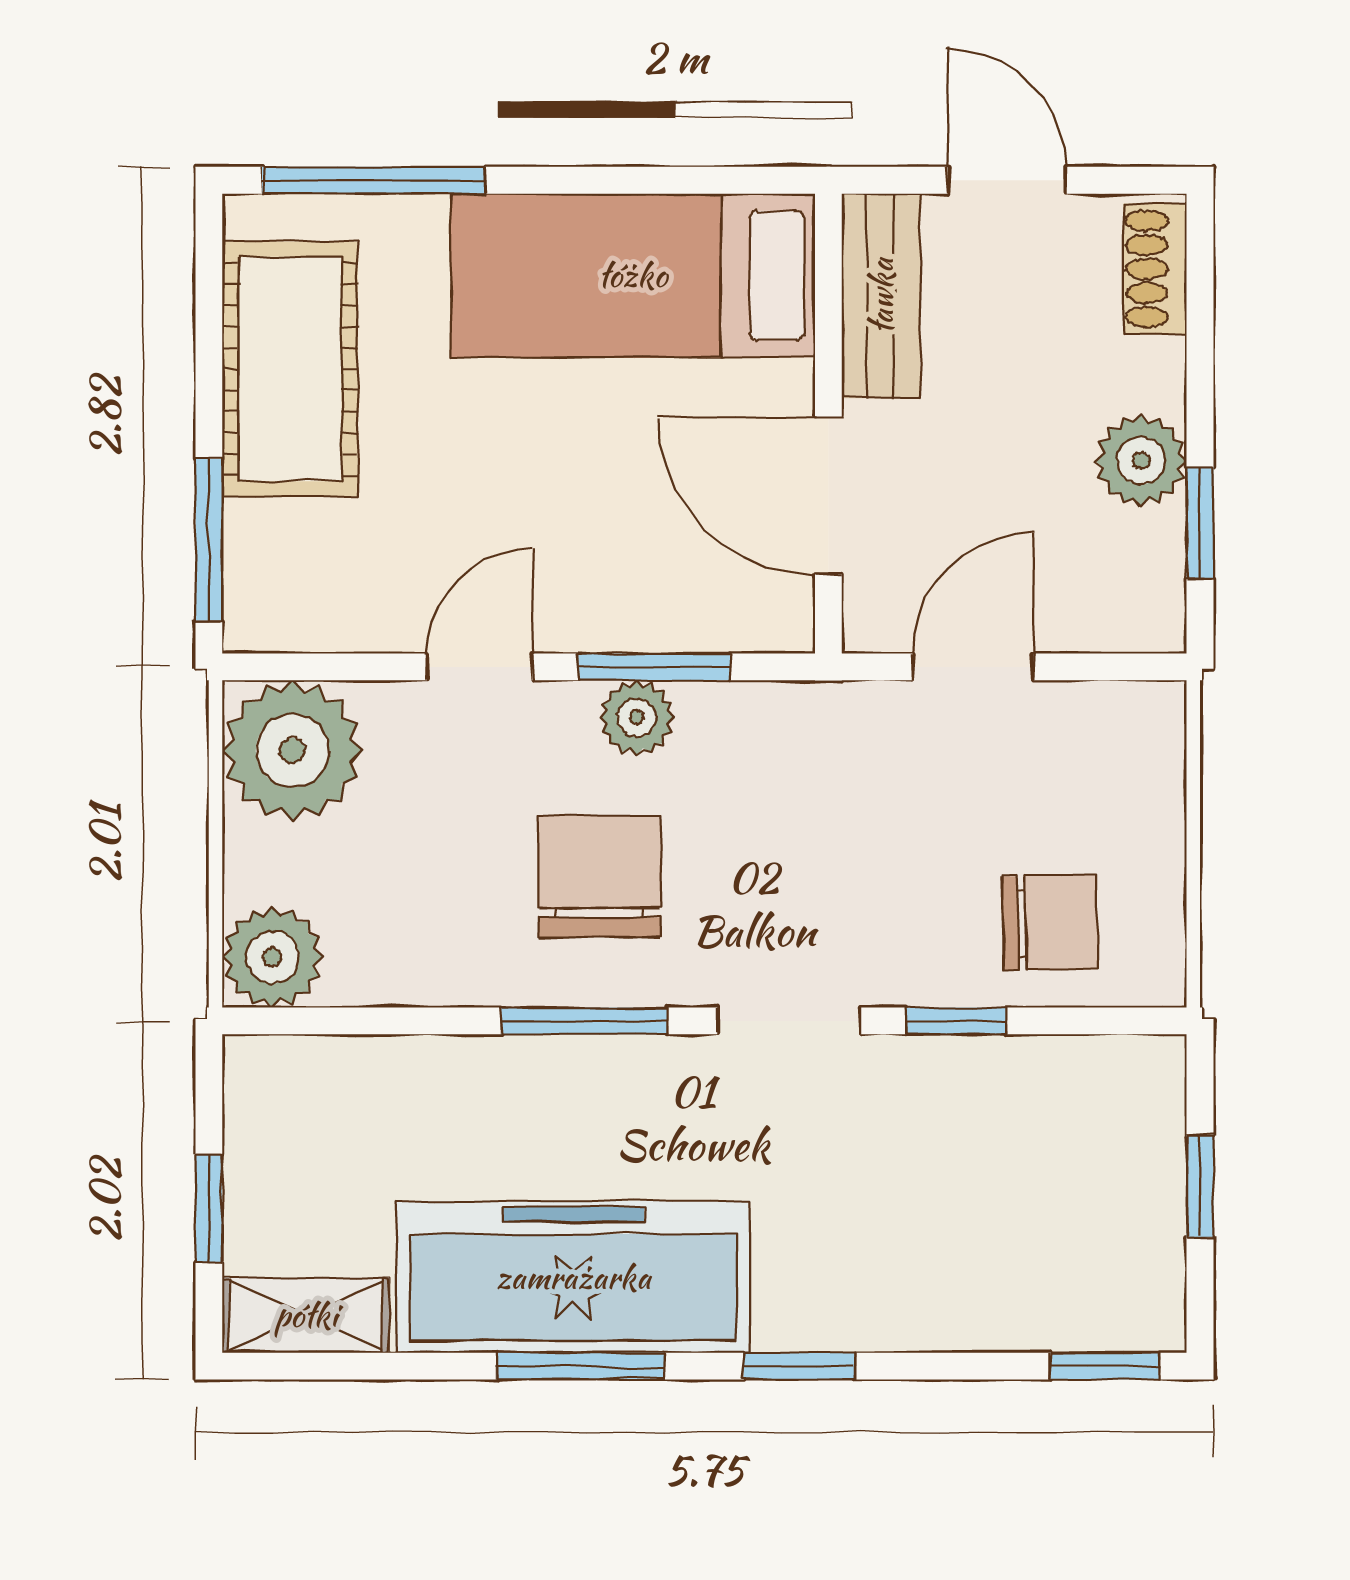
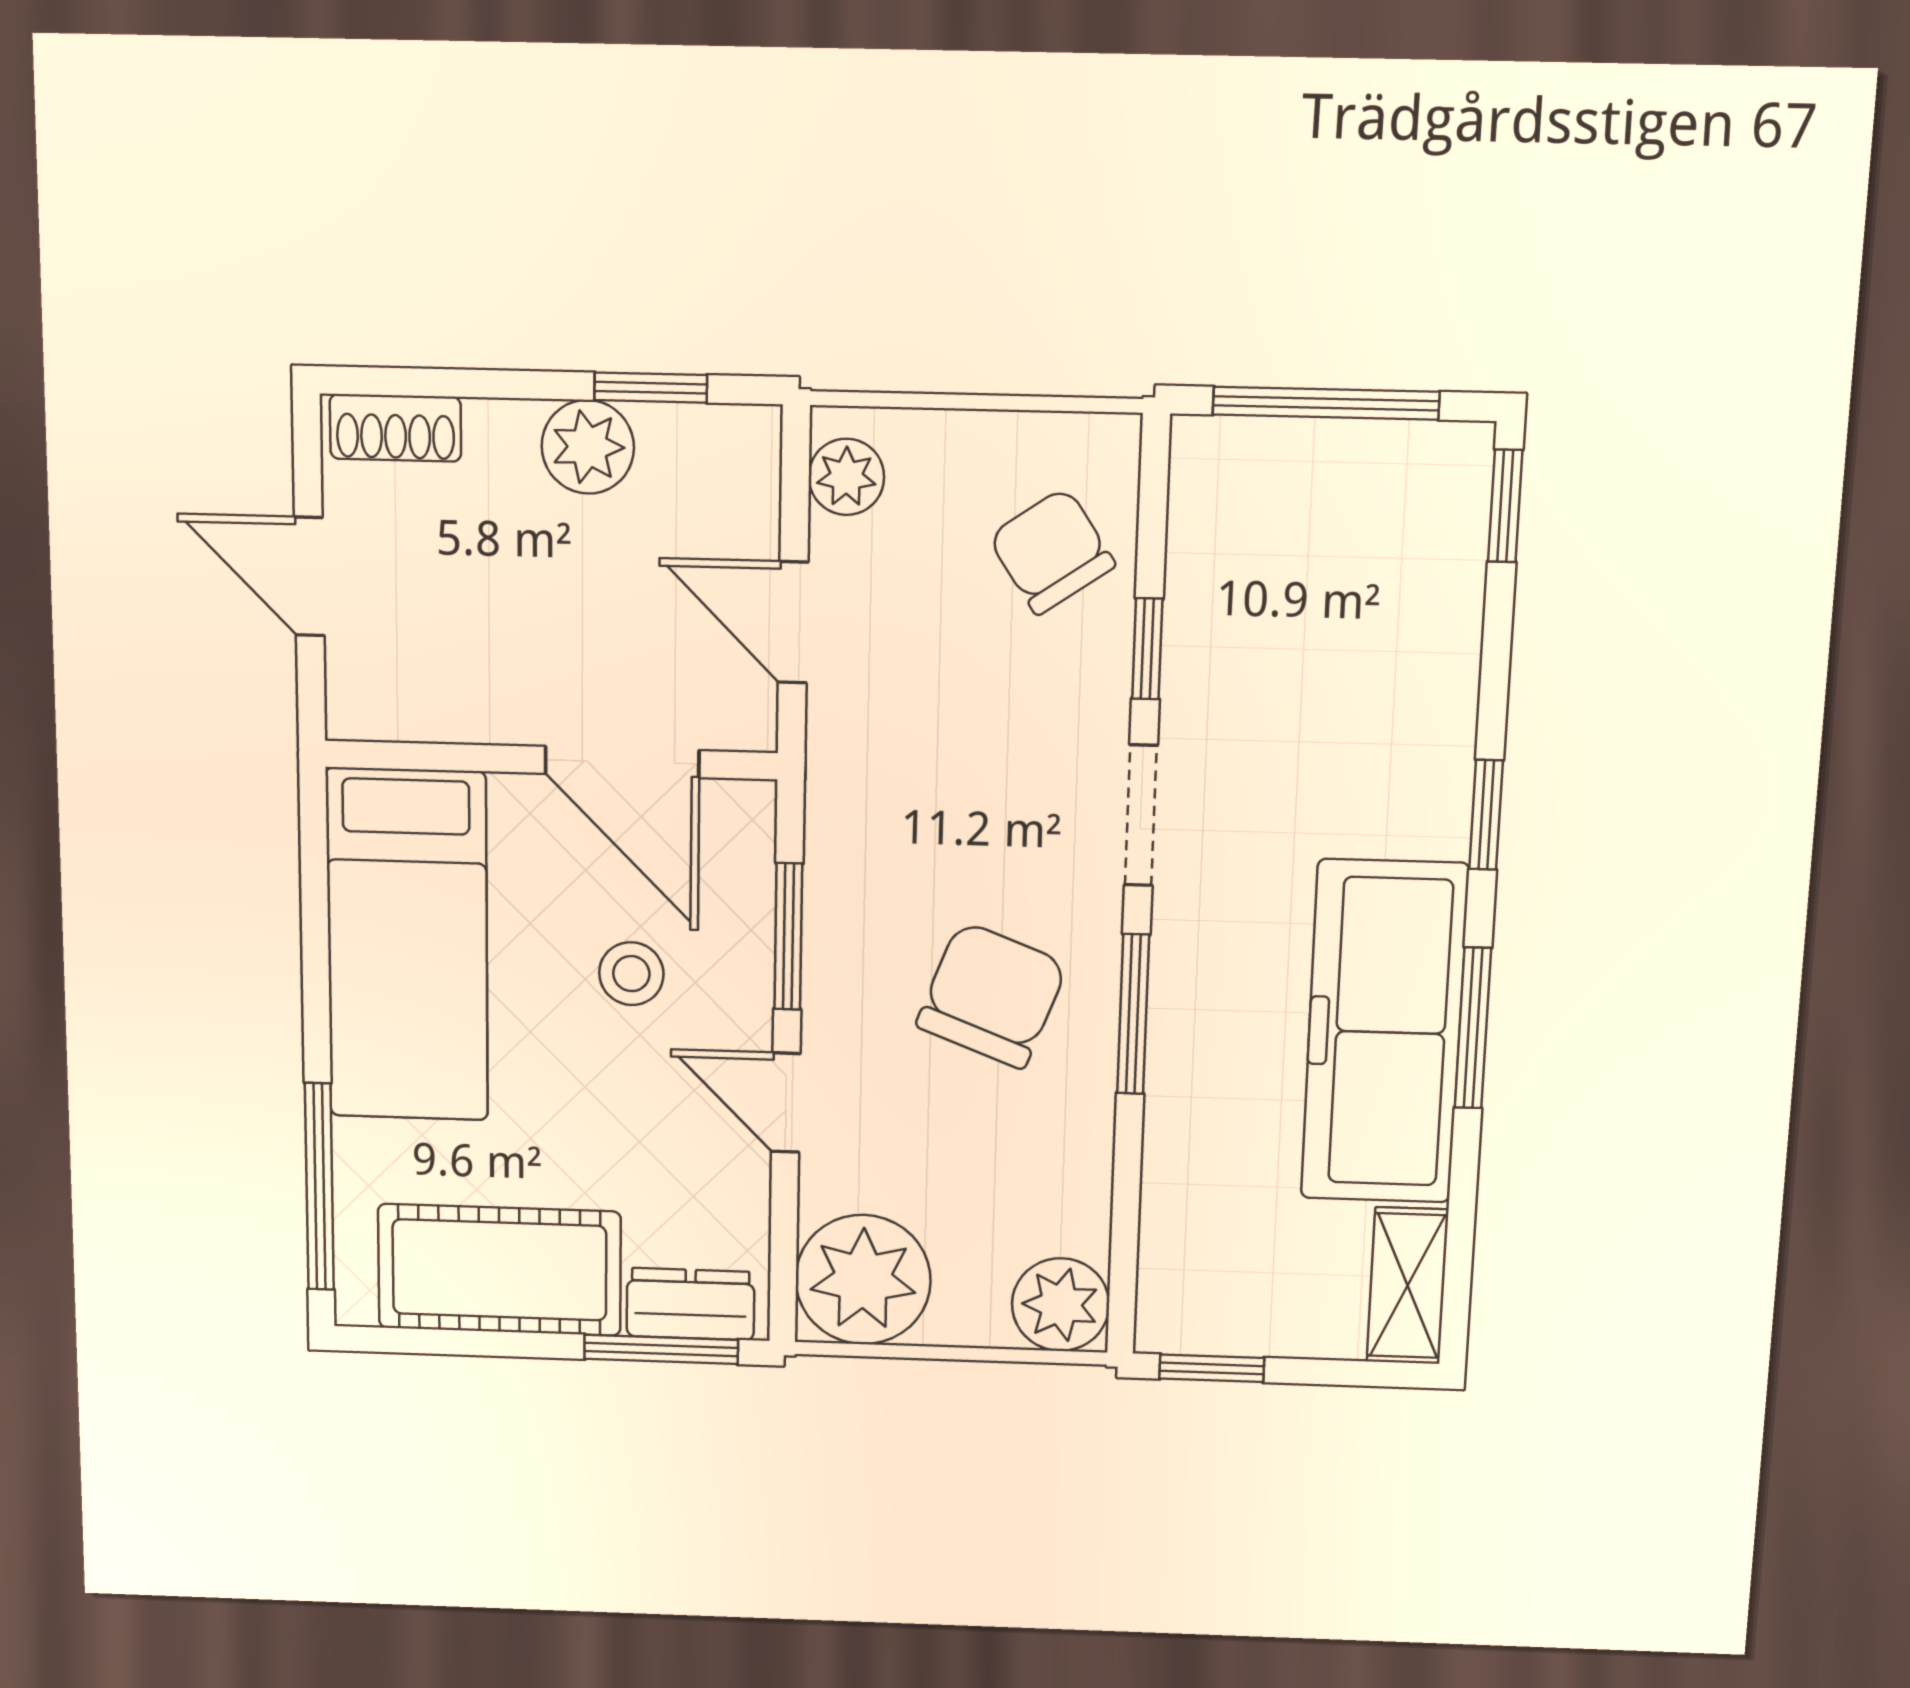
door: (1007, 180) -> (309, 576), hinge flipped
bench: (881, 296) -> (425, 705), removed
door: (828, 496) -> (622, 762), hinge flipped
stool: (611, 506) -> (631, 974), added
dresser: (260, 570) -> (690, 1304), added
plant: (637, 718) -> (846, 477), moved
chair: (599, 876) -> (992, 995), turned 111
chair: (1050, 923) -> (1052, 551), turned -33
window: (1200, 1186) -> (1326, 403), width x2.17
window: (209, 1208) -> (1212, 1368), moved

